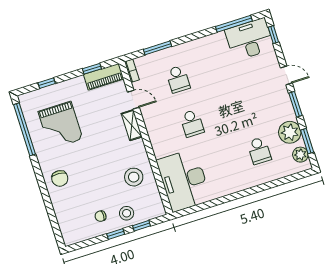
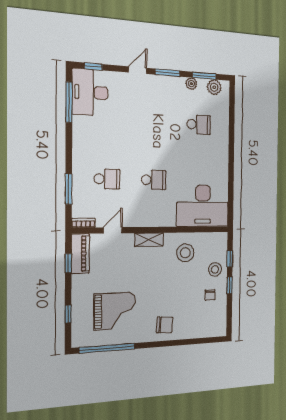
shelving: (132, 125) -> (149, 240), moved
plant: (290, 132) -> (191, 84), width x0.53, depth x0.53

